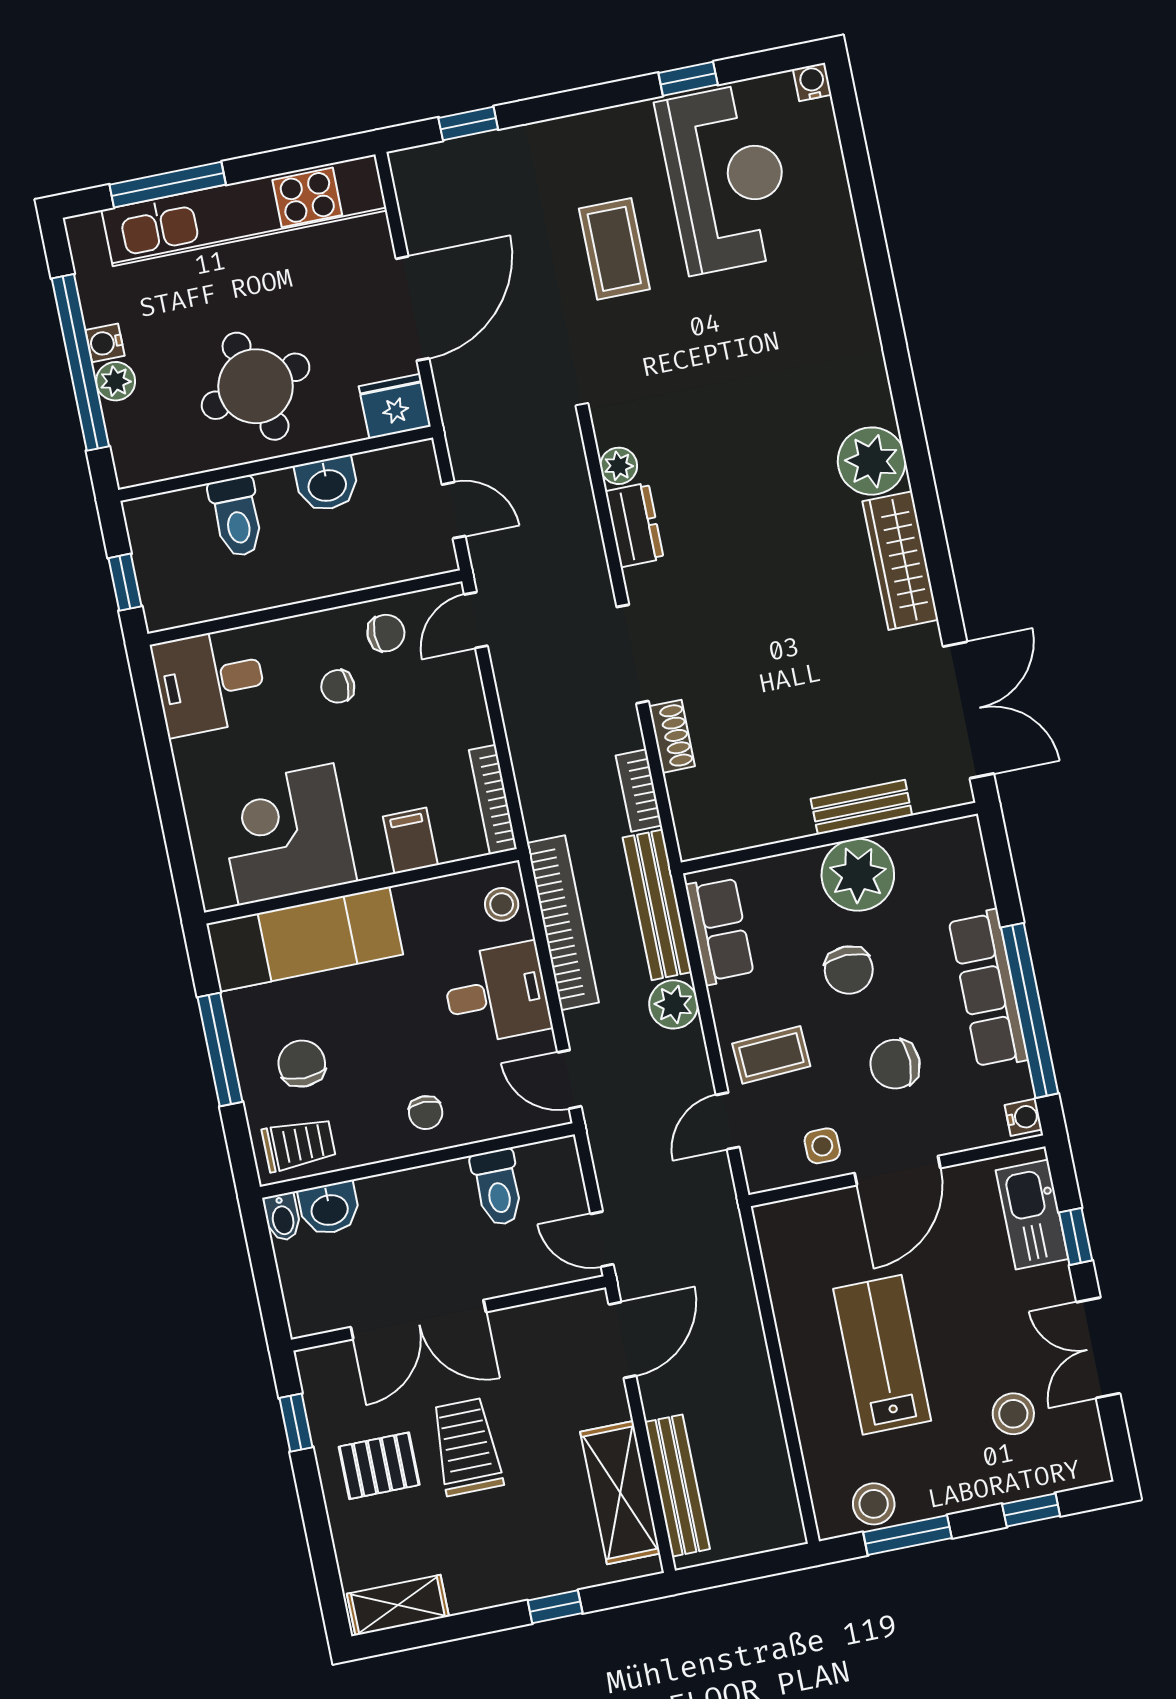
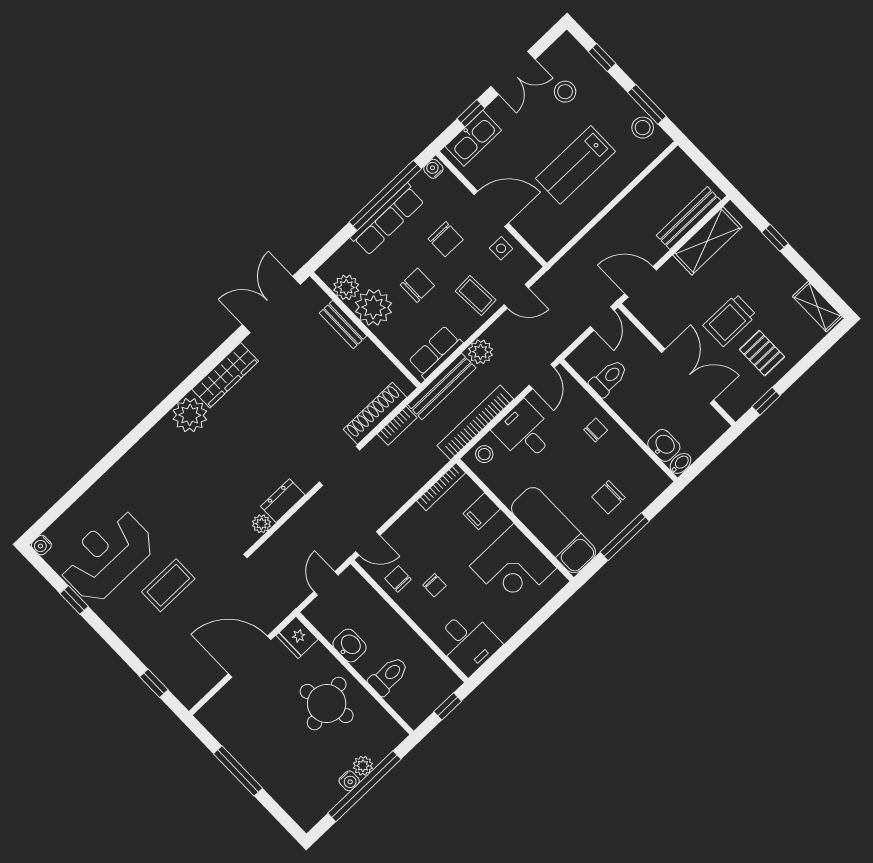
window: (168, 185) -> (238, 771), moved
kitchen unit: (244, 210) -> (253, 757), removed
shoe rack: (672, 736) -> (375, 413), width x1.94, depth x1.24
plant: (919, 851) -> (346, 287), added
trolley: (299, 1144) -> (644, 476), removed

